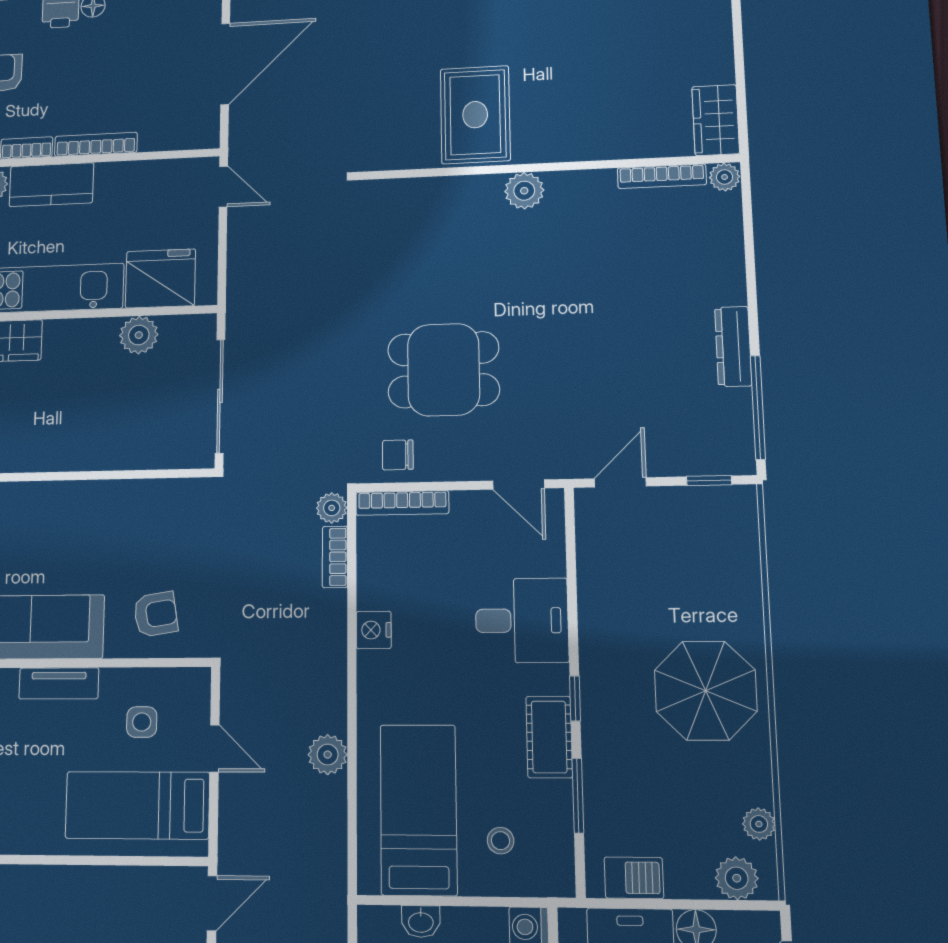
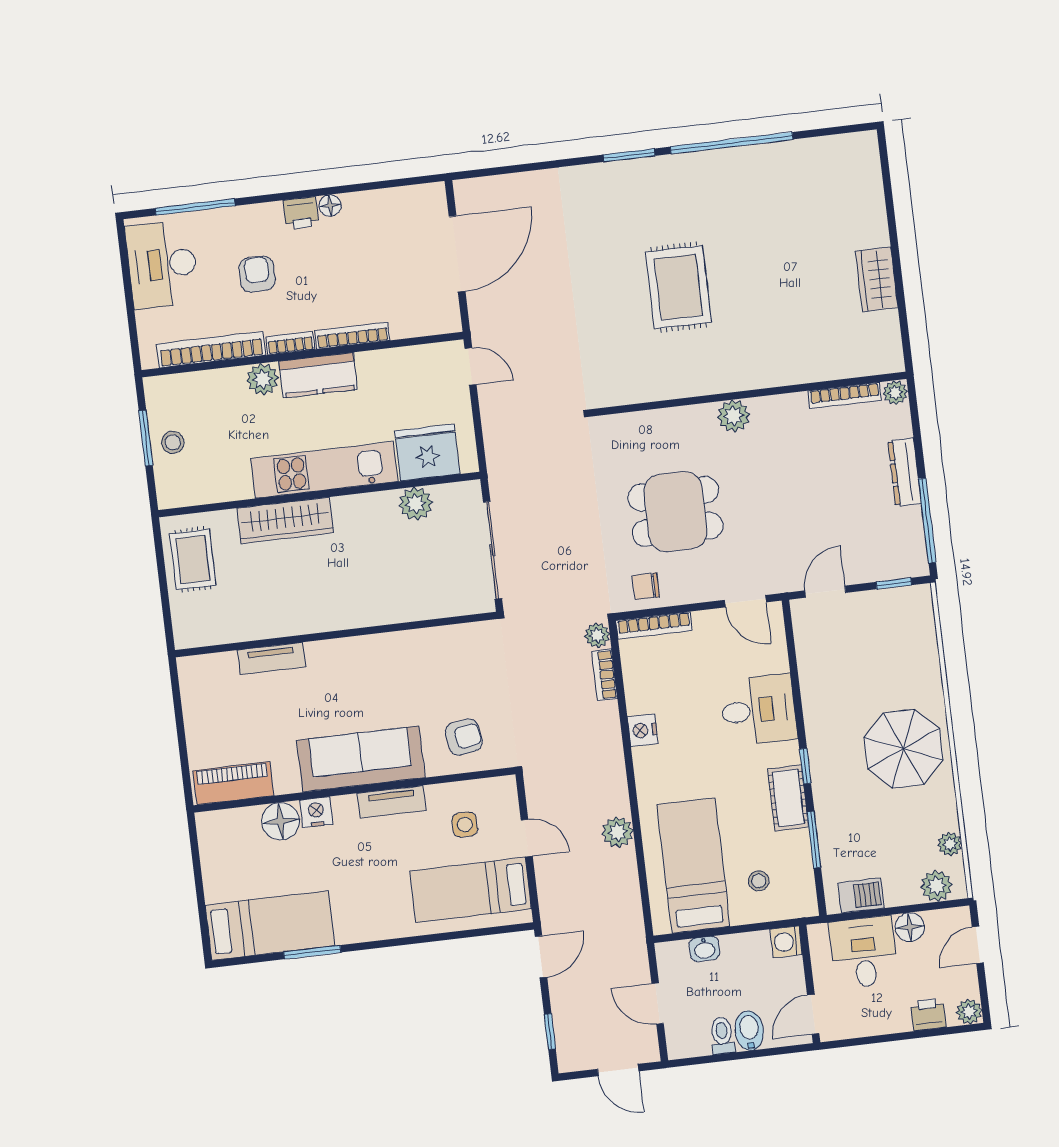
wall: (545, 167) -> (749, 394), moved
bookcase: (662, 176) -> (845, 395), moved
plant: (725, 177) -> (895, 393), moved
plant: (524, 191) -> (734, 416), moved

